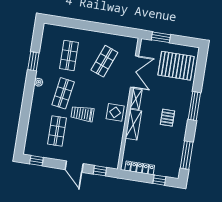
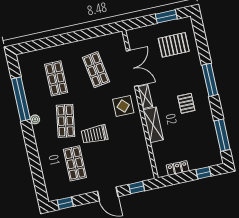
window: (161, 37) -> (166, 16), moved
window: (33, 61) -> (21, 99), width x2.11
shop shelf: (104, 61) -> (96, 70), turned -30
pallet: (176, 66) -> (174, 45), width x0.73, depth x0.71
display table: (115, 112) -> (123, 106), moved
locker: (140, 168) -> (178, 168), width x0.66

